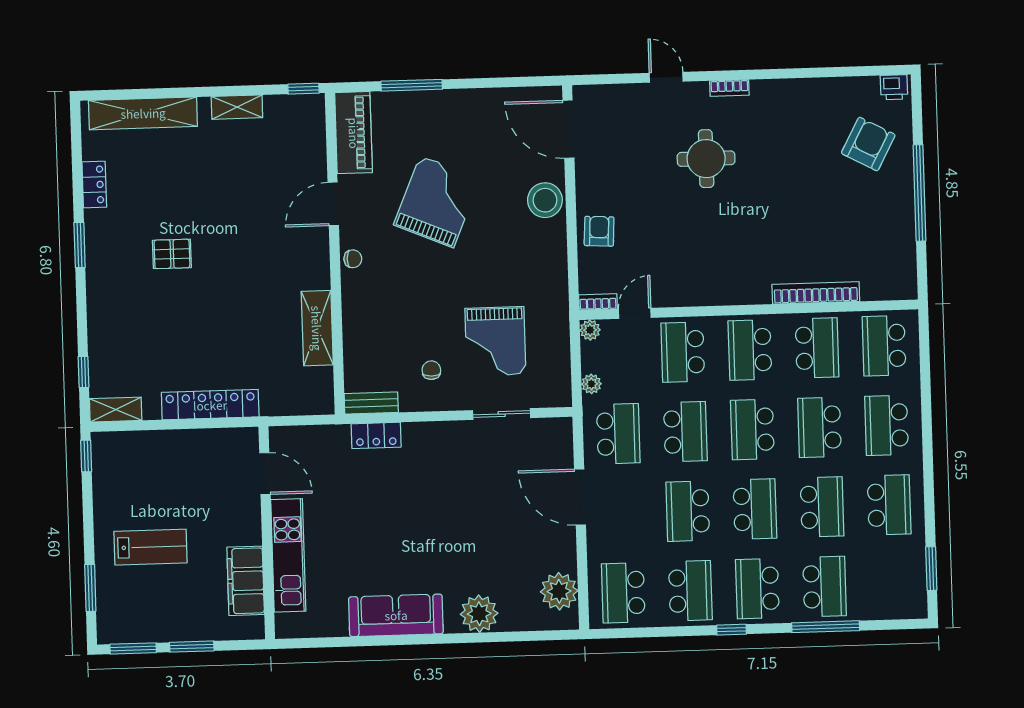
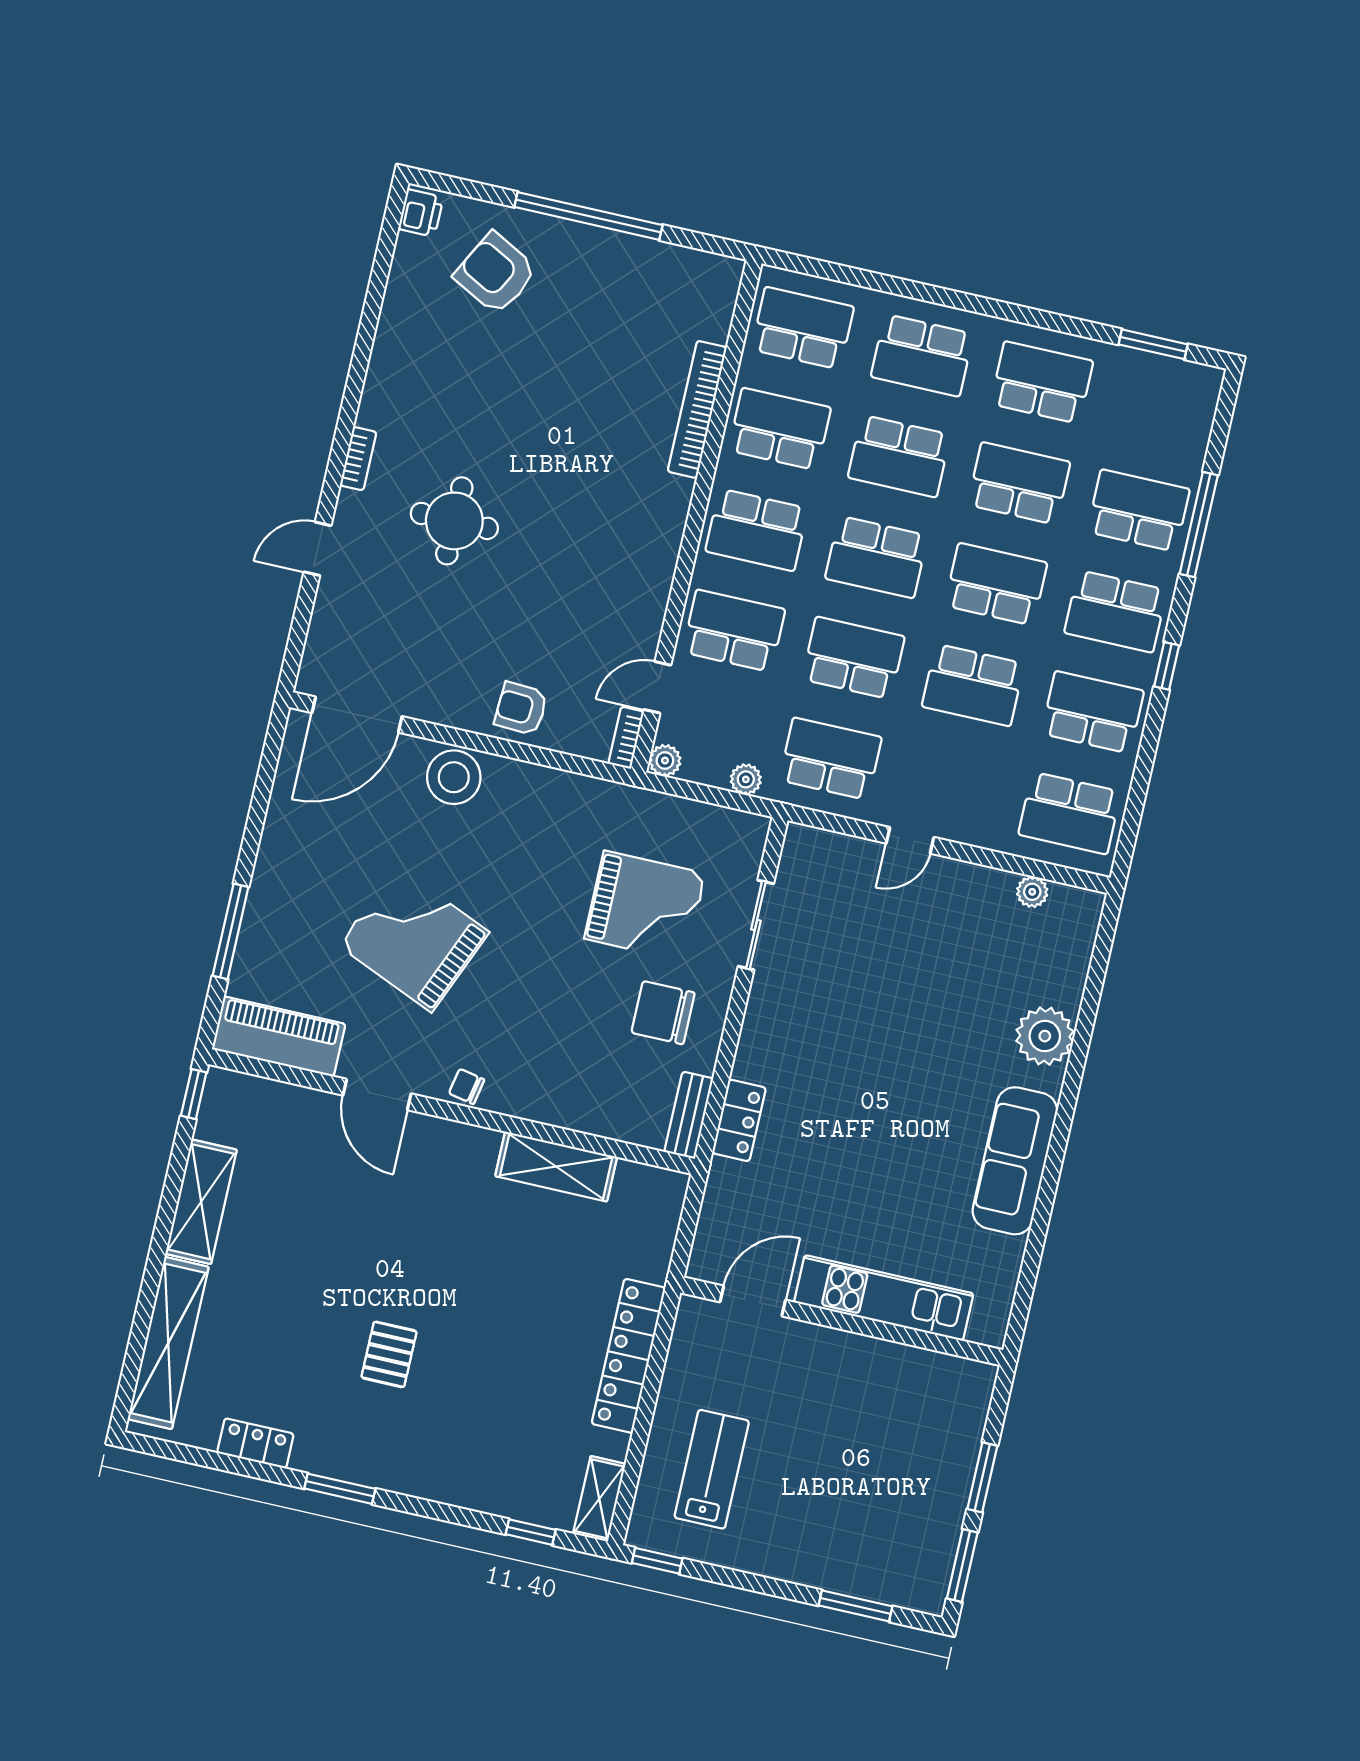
shelving: (237, 107) -> (201, 1202), width x1.50, depth x1.33
chair: (353, 259) -> (467, 1087), turned -79
door: (635, 313) -> (657, 687), hinge flipped
school desk: (884, 346) -> (803, 328), turned 180
school desk: (683, 352) -> (734, 631), turned 180
chair: (431, 370) -> (663, 1013), width x1.87, depth x1.87
door: (580, 497) -> (910, 840), width x0.53
lab bench: (150, 547) -> (712, 1469), moved
filing cabinet: (246, 581) -> (905, 1372), removed
plant: (559, 591) -> (1032, 892), width x0.53, depth x0.53

